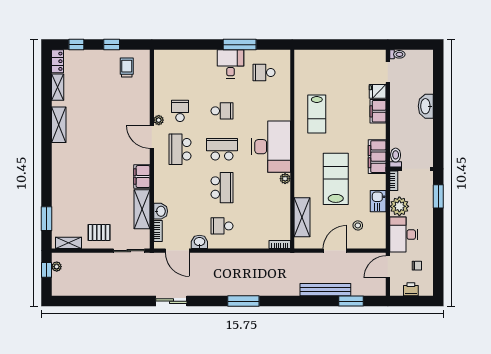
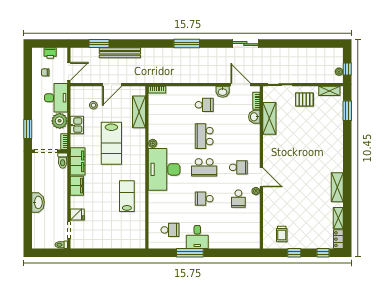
filing cabinet: (378, 111) -> (77, 186), moved
school desk: (180, 149) -> (238, 167), width x0.54
filing cabinet: (142, 177) -> (269, 145), removed

